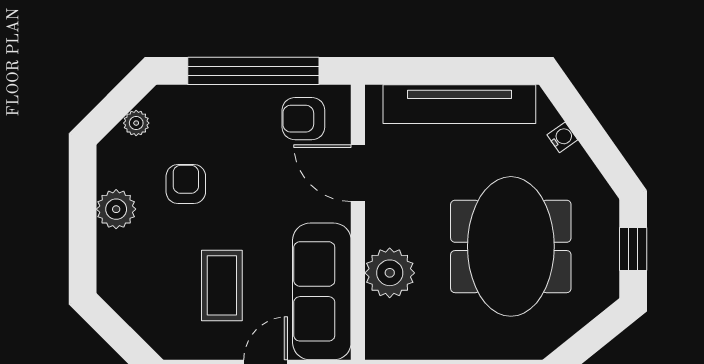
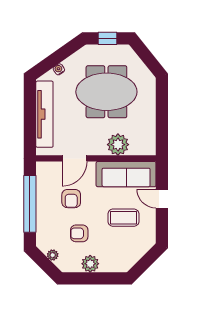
armchair: (303, 119) -> (71, 199), moved

